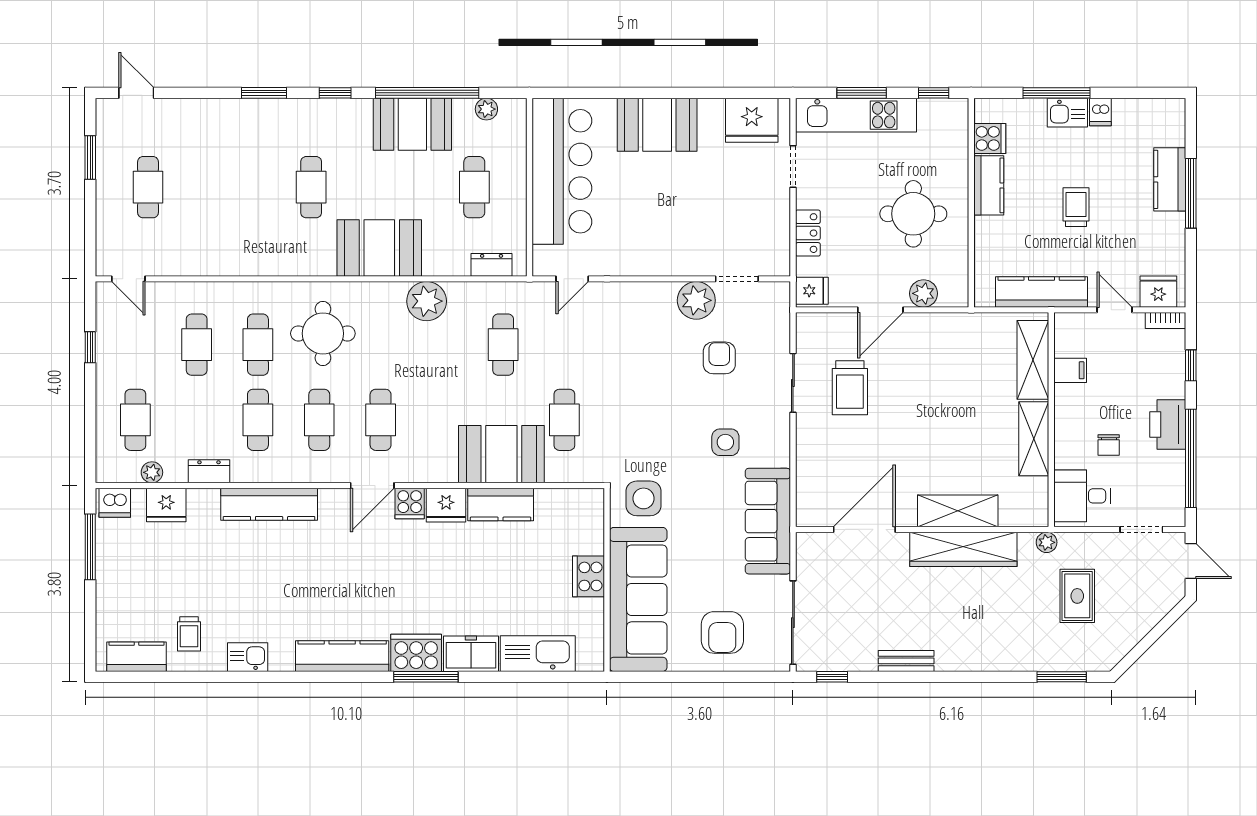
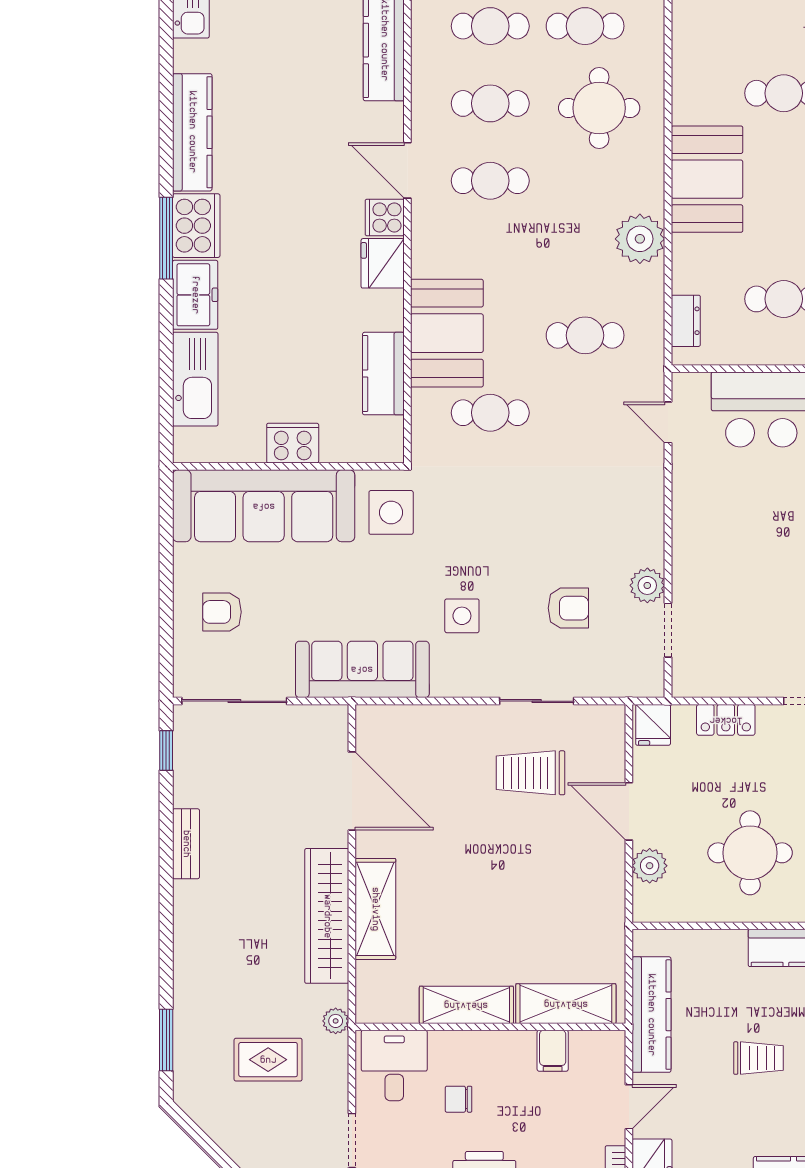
plant: (696, 300) -> (647, 585), width x0.73, depth x0.73
kitchen counter: (501, 505) -> (383, 374), moved
armchair: (722, 632) -> (222, 612), width x0.72, depth x0.72

